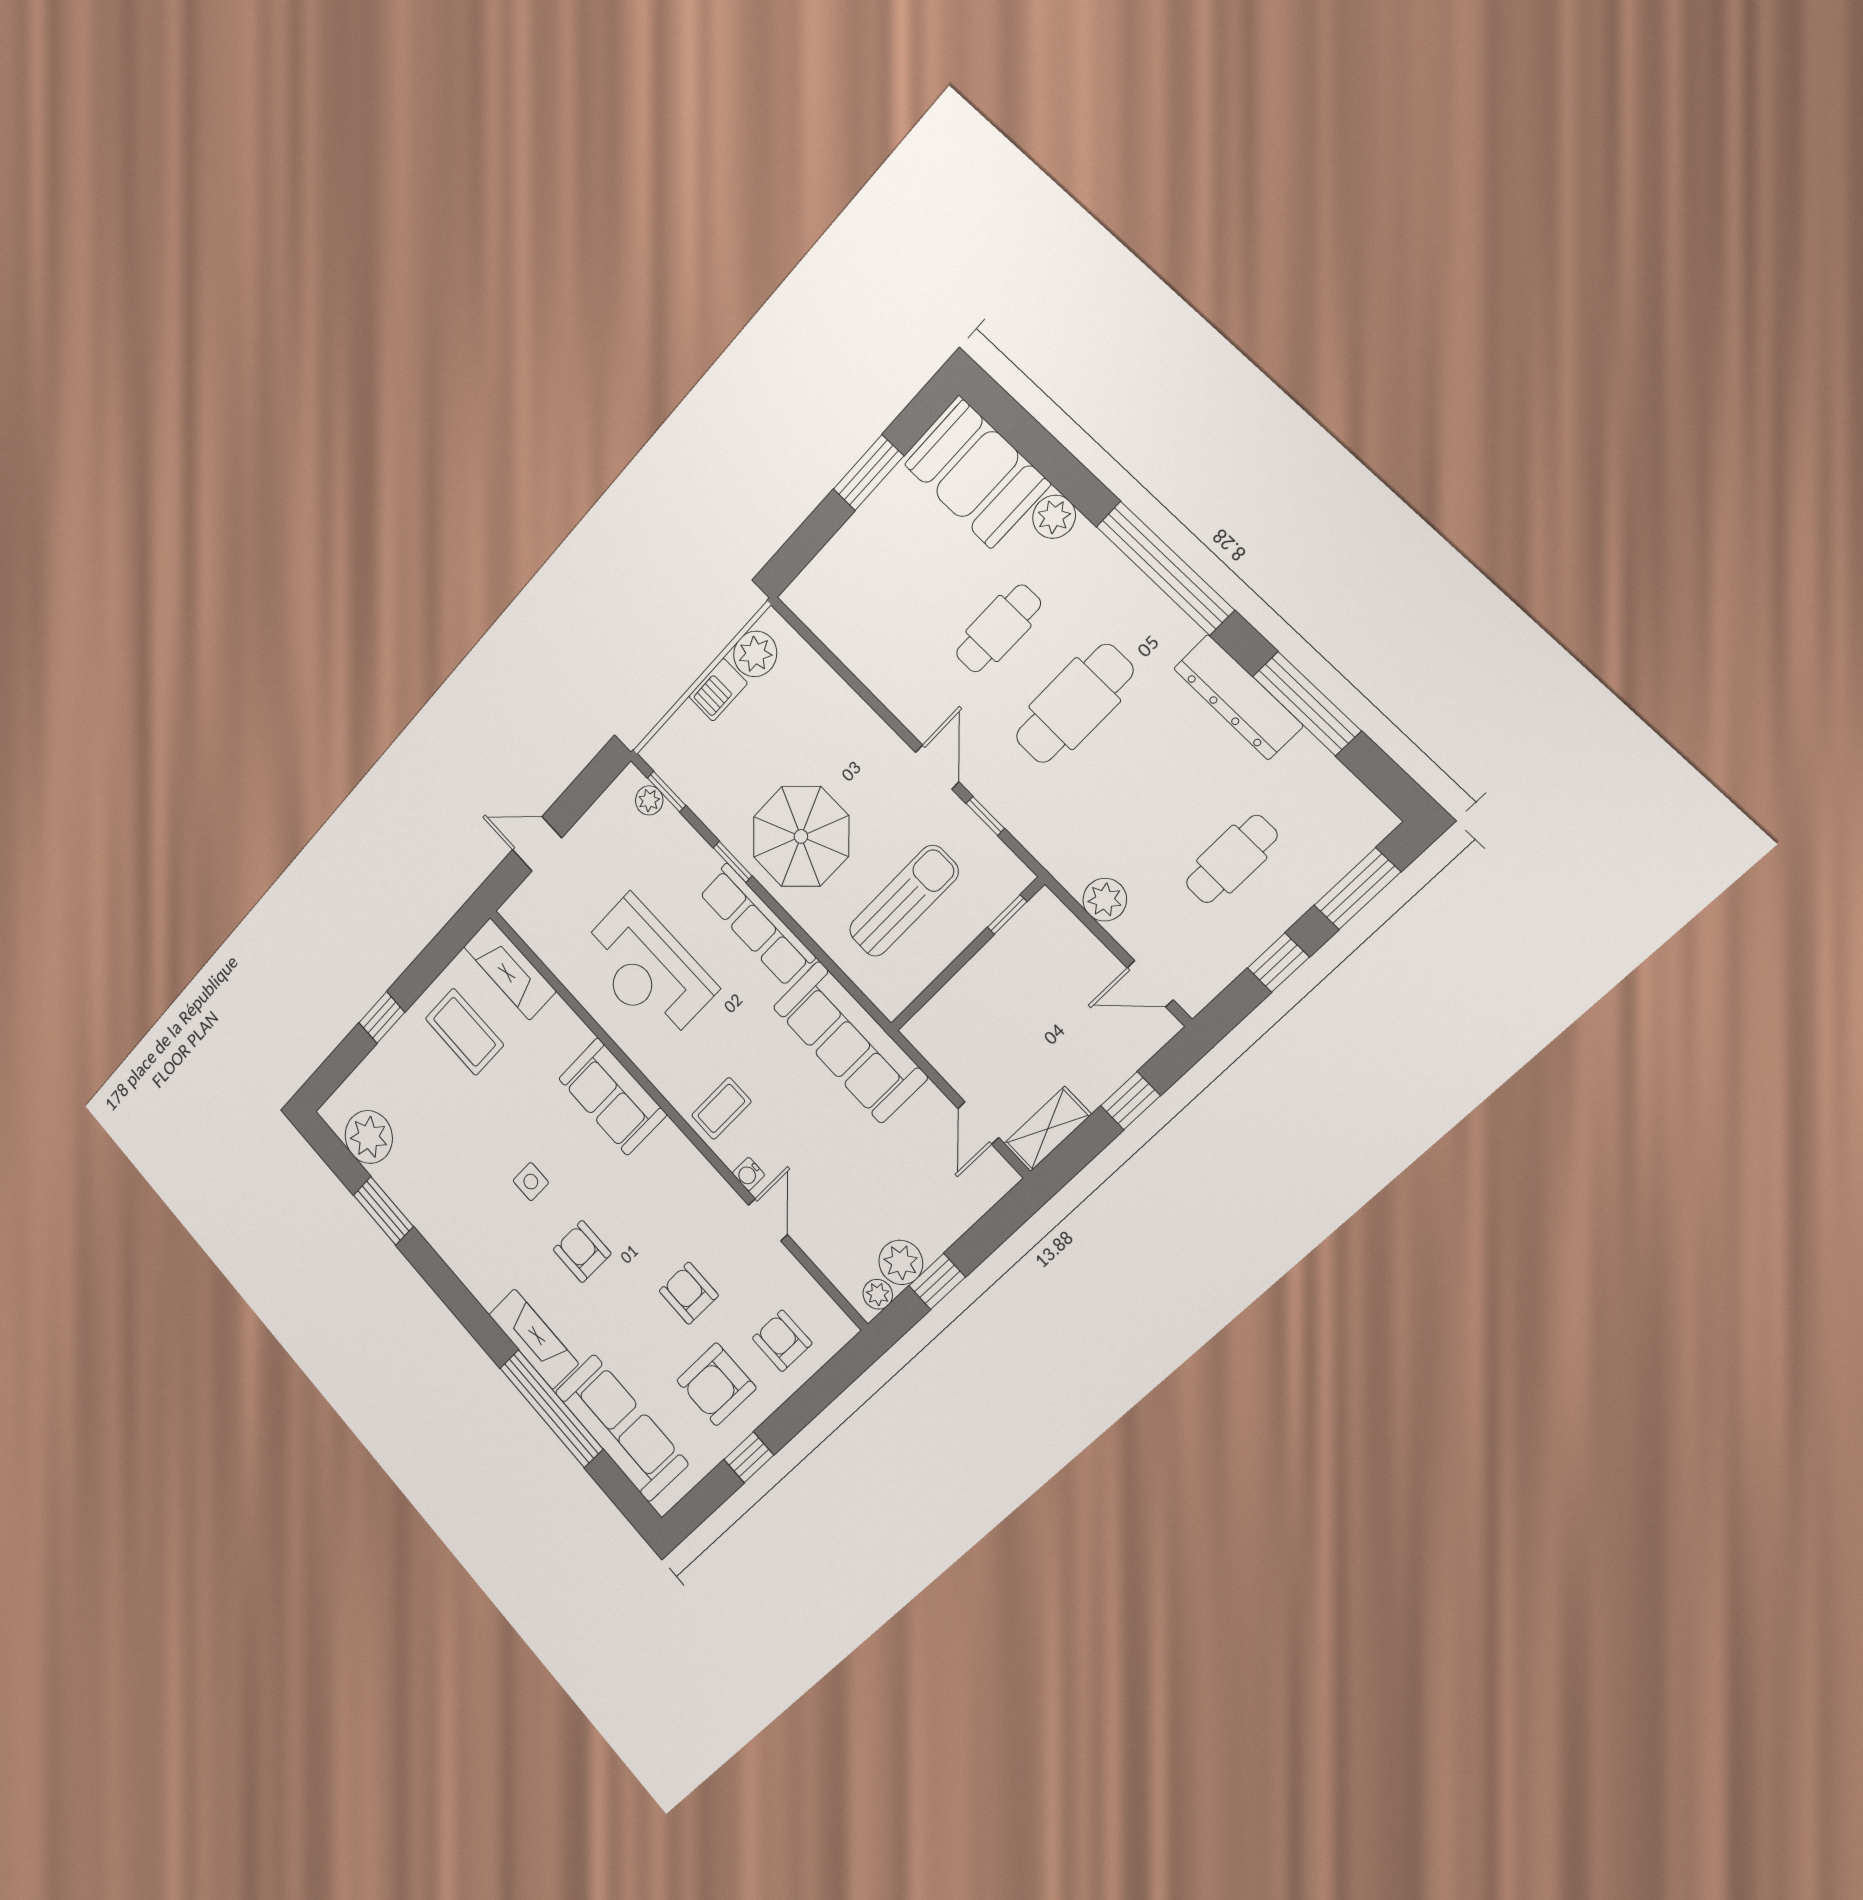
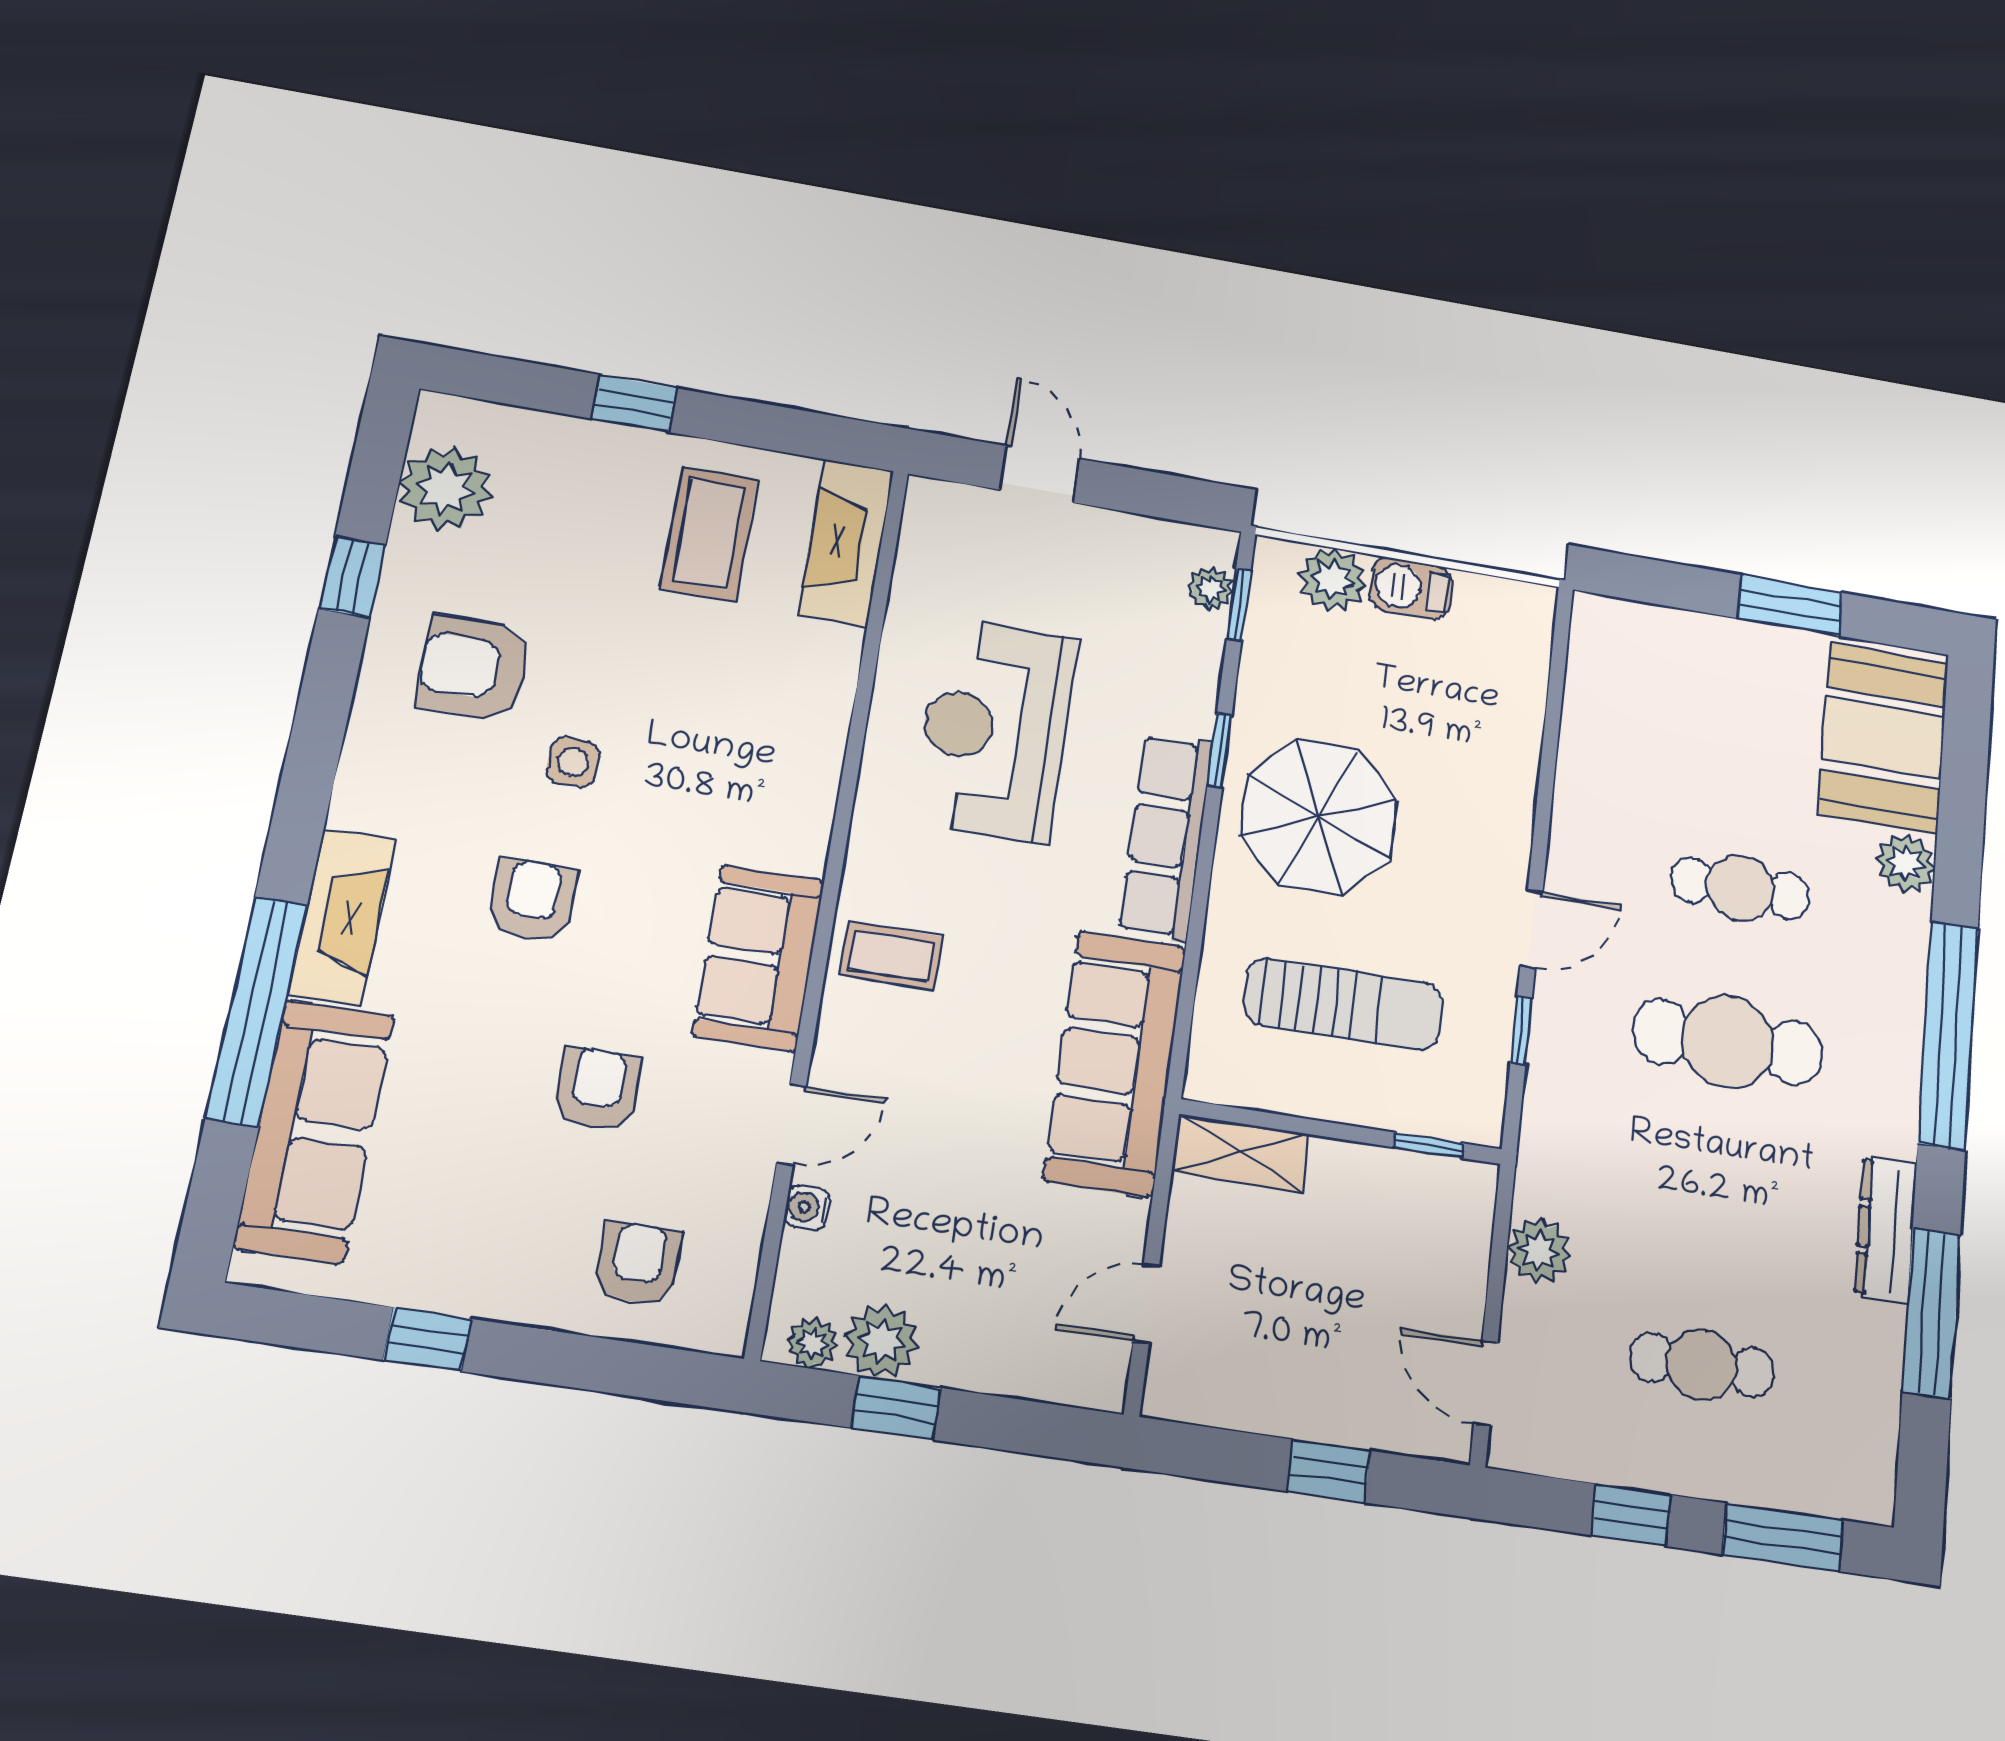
plant: (755, 654) -> (1332, 580), moved
dresser: (1238, 697) -> (1886, 1230), width x0.73, depth x0.80
sofa: (612, 1097) -> (759, 958), moved
shelving: (1048, 1129) -> (1241, 1153), moved
water cooler: (749, 1174) -> (807, 1207), moved
window: (383, 1211) -> (352, 577), width x0.67
armchair: (716, 1384) -> (474, 668), moved

